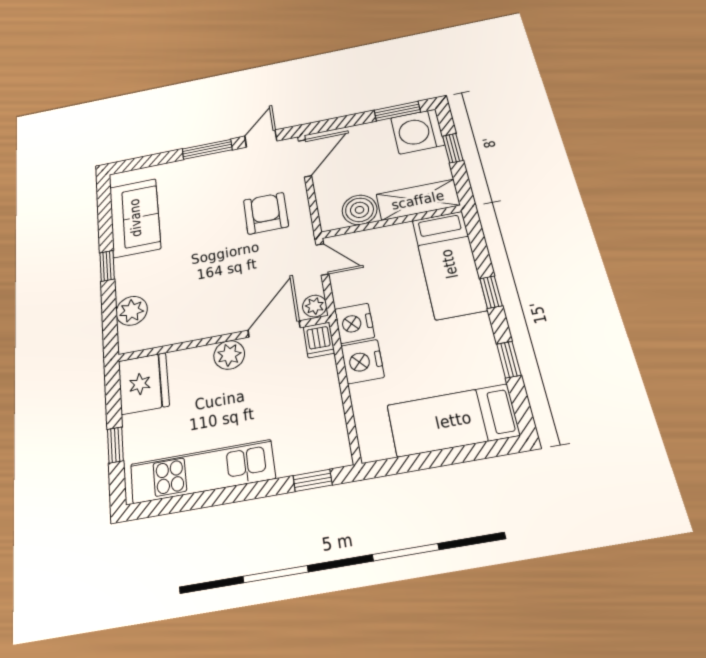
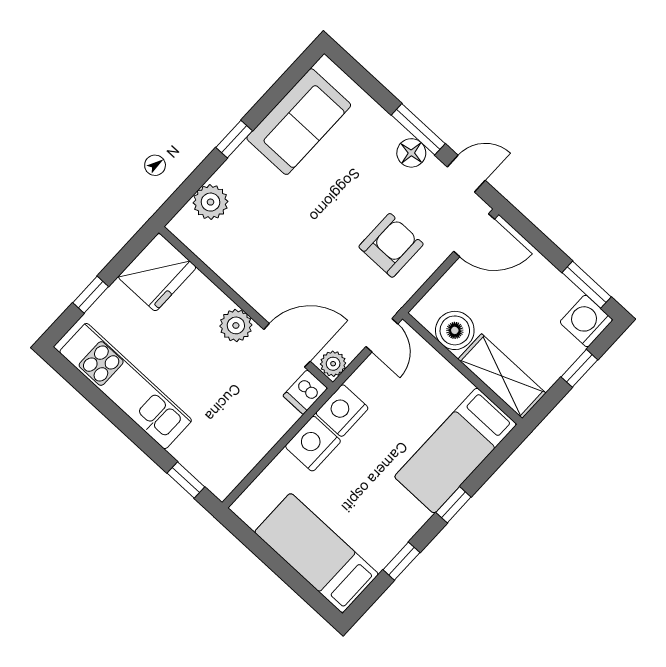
washing machine: (418, 131) -> (586, 321), width x0.73, depth x0.73
floor lamp: (218, 163) -> (411, 153), added

